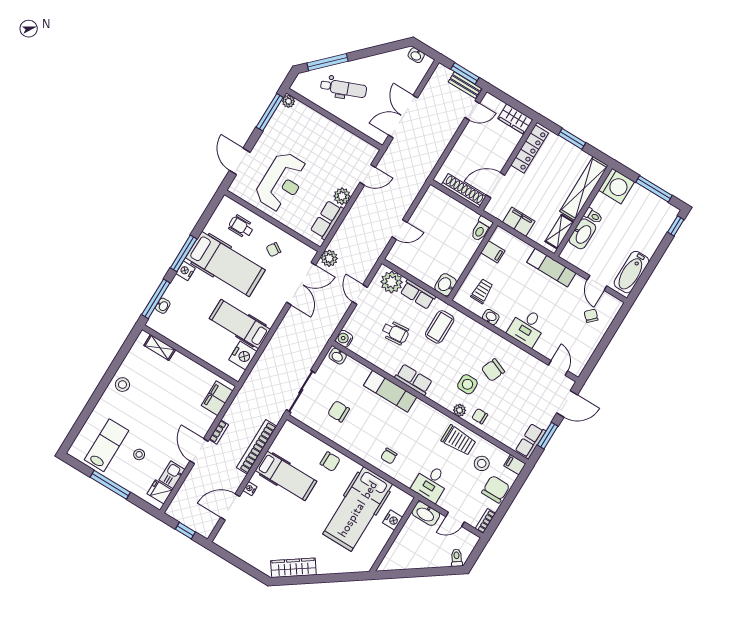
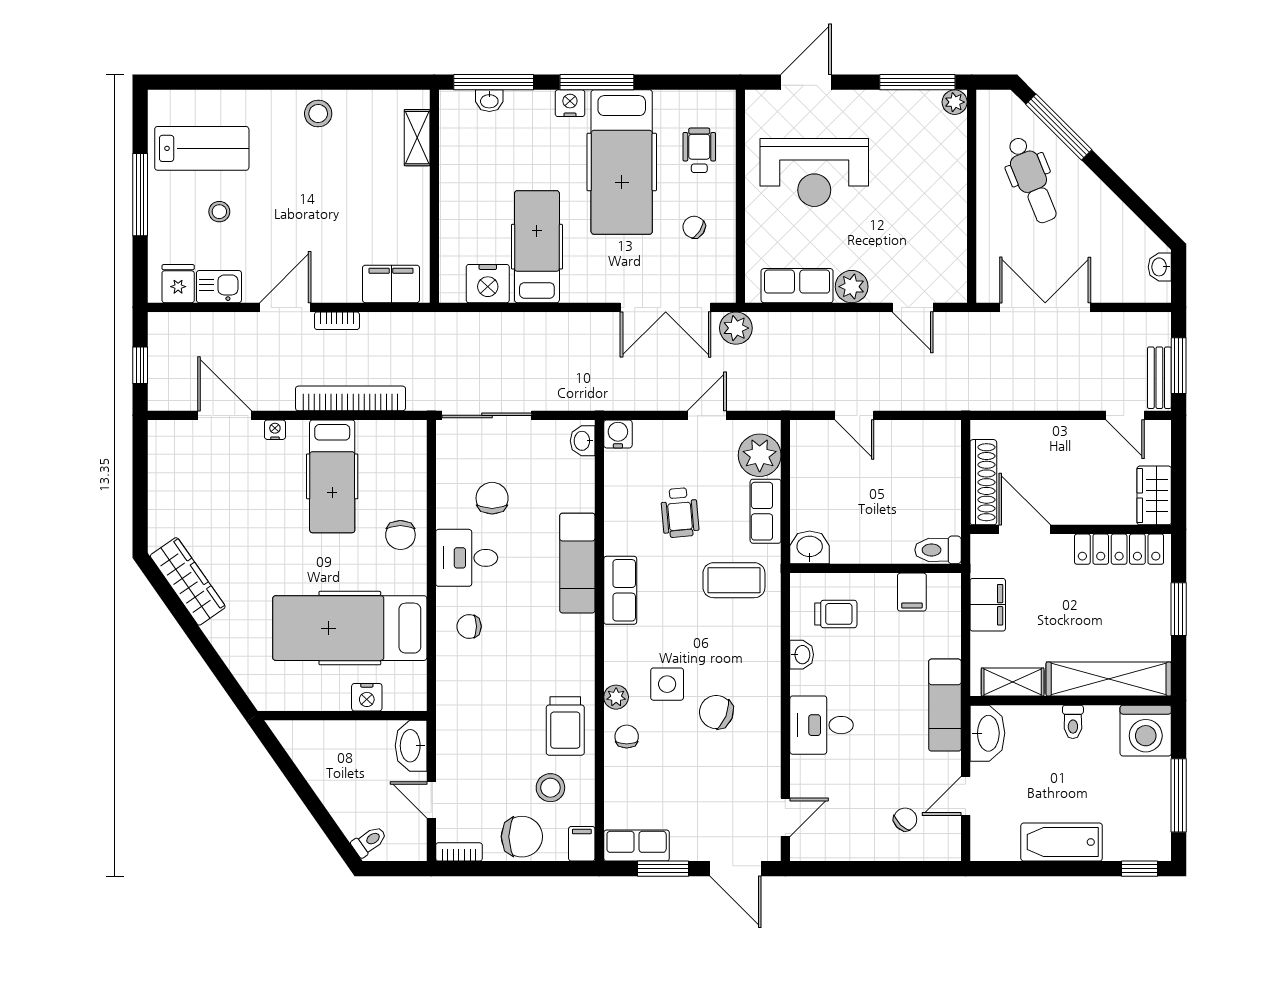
washbasin: (582, 234) -> (987, 733), moved, turned -90
bathtub: (631, 272) -> (1062, 842), moved
desk: (431, 483) -> (467, 558), moved

